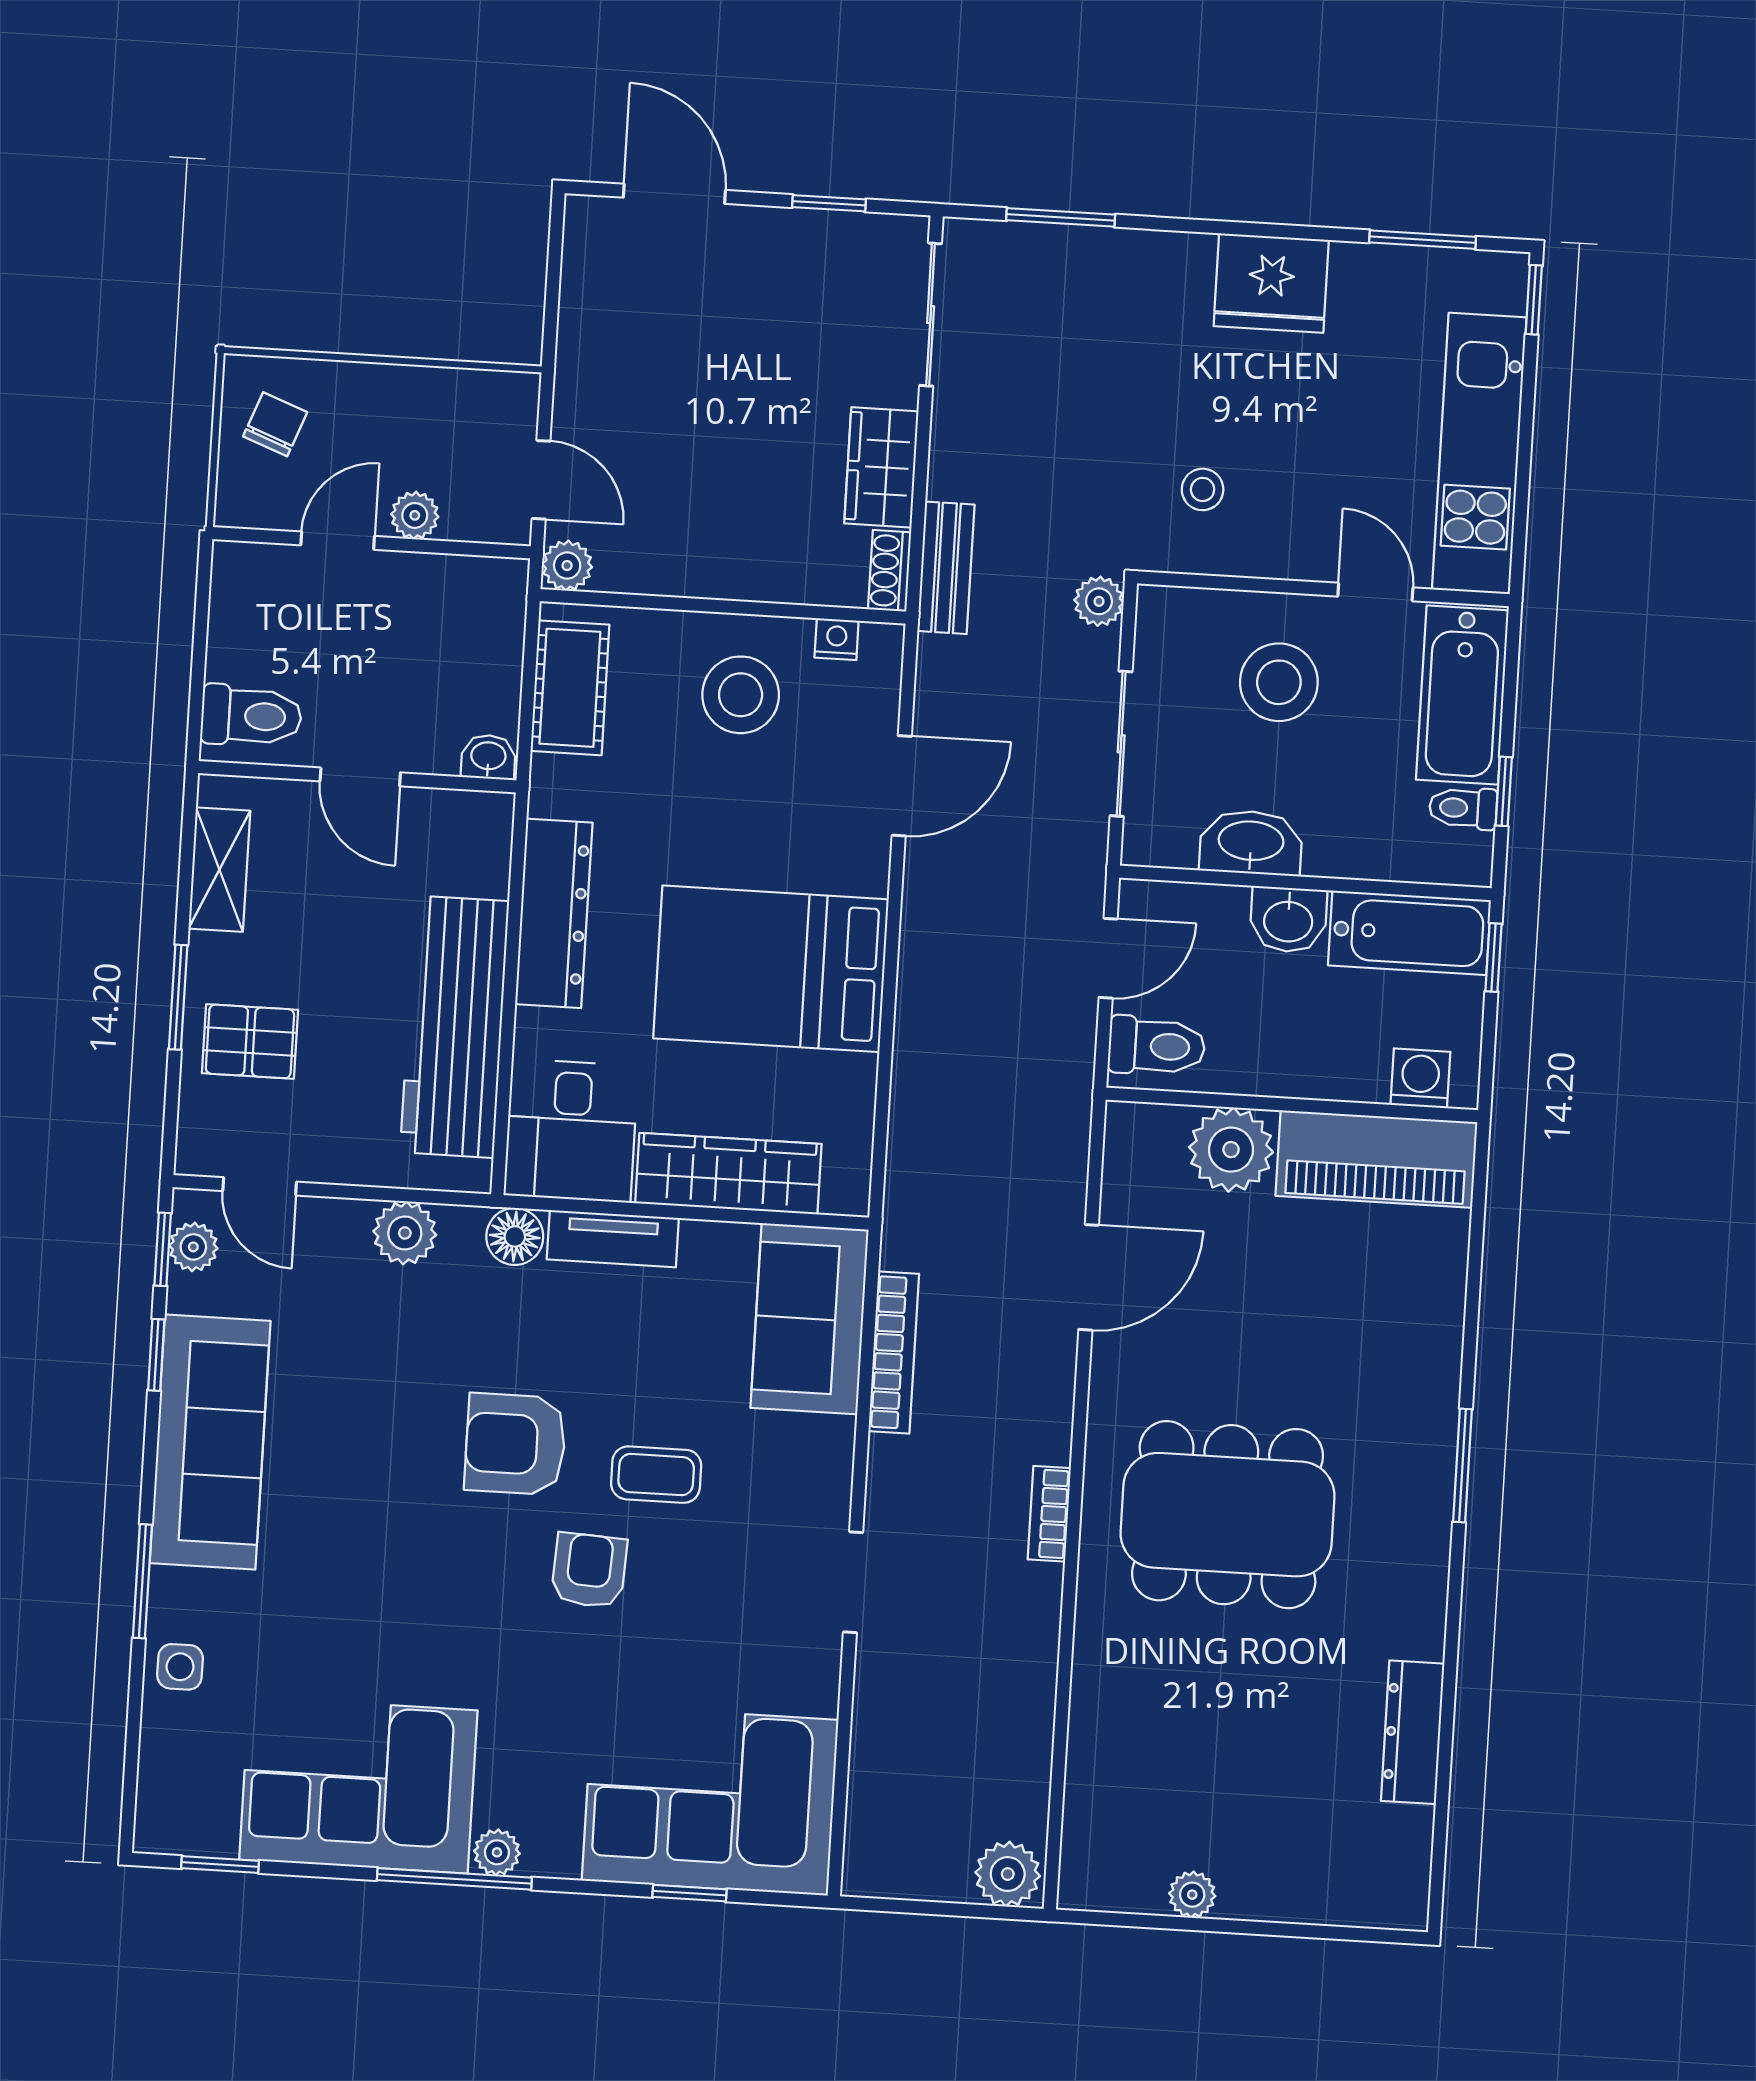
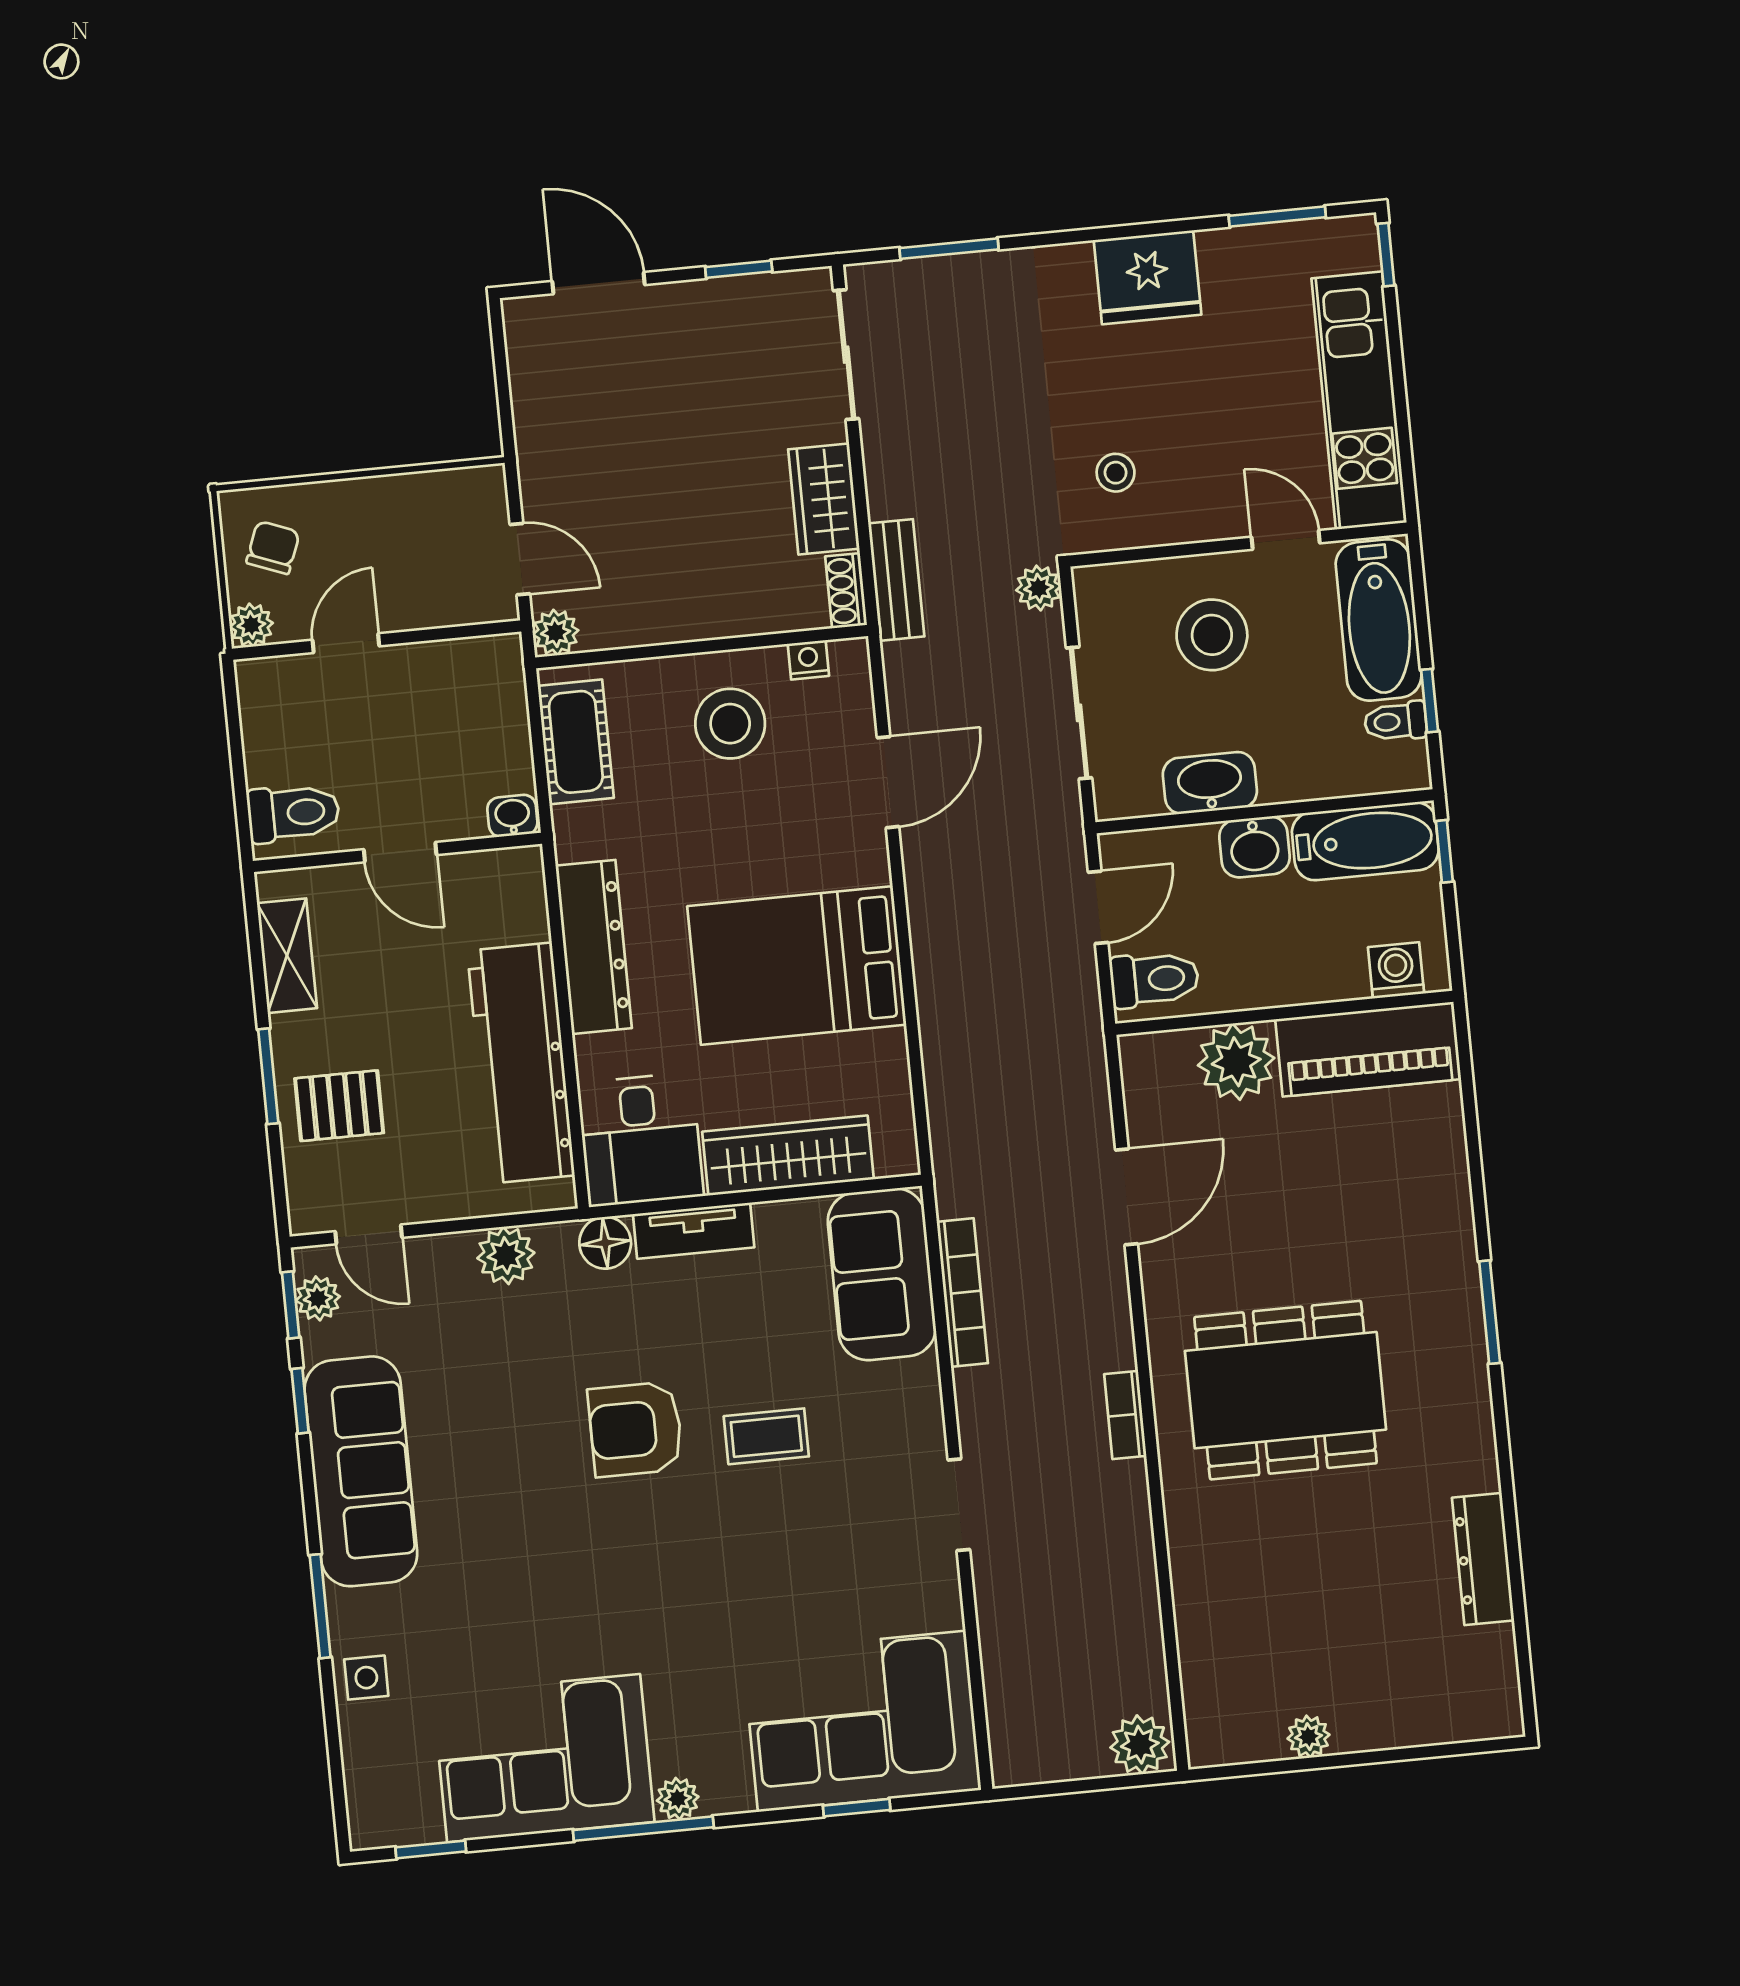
plant: (415, 515) -> (251, 625), moved
armchair: (589, 1570) -> (720, 1532), removed

